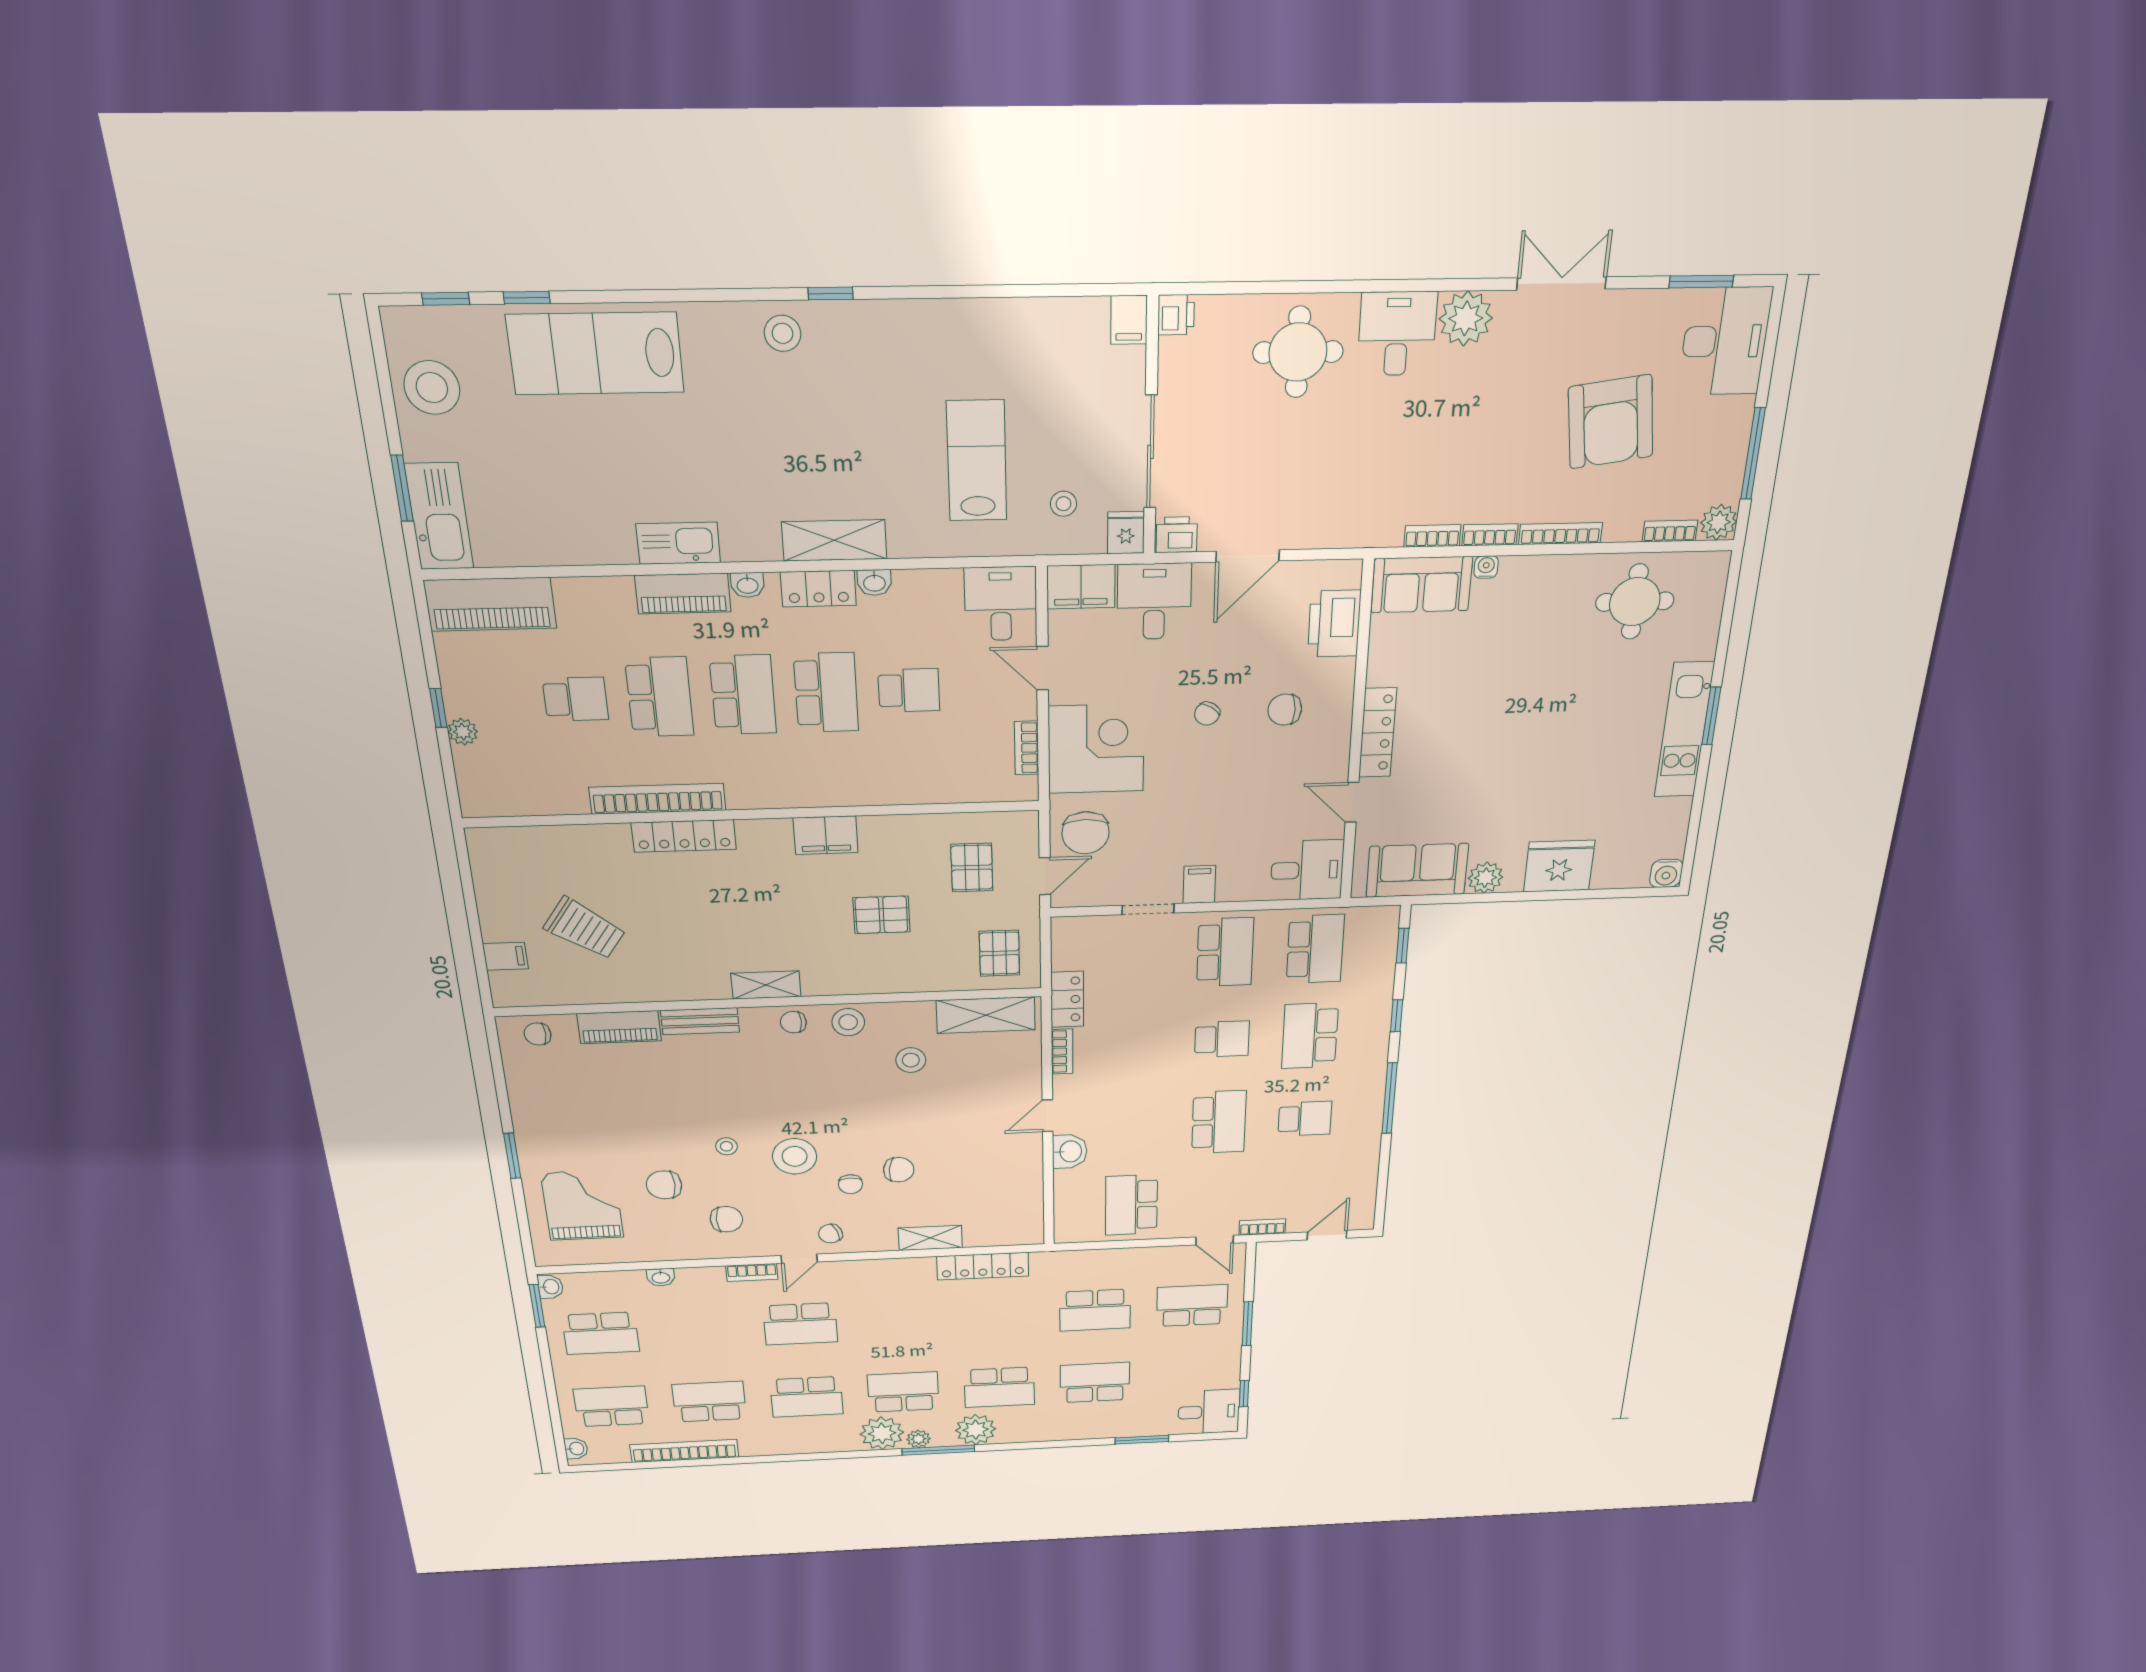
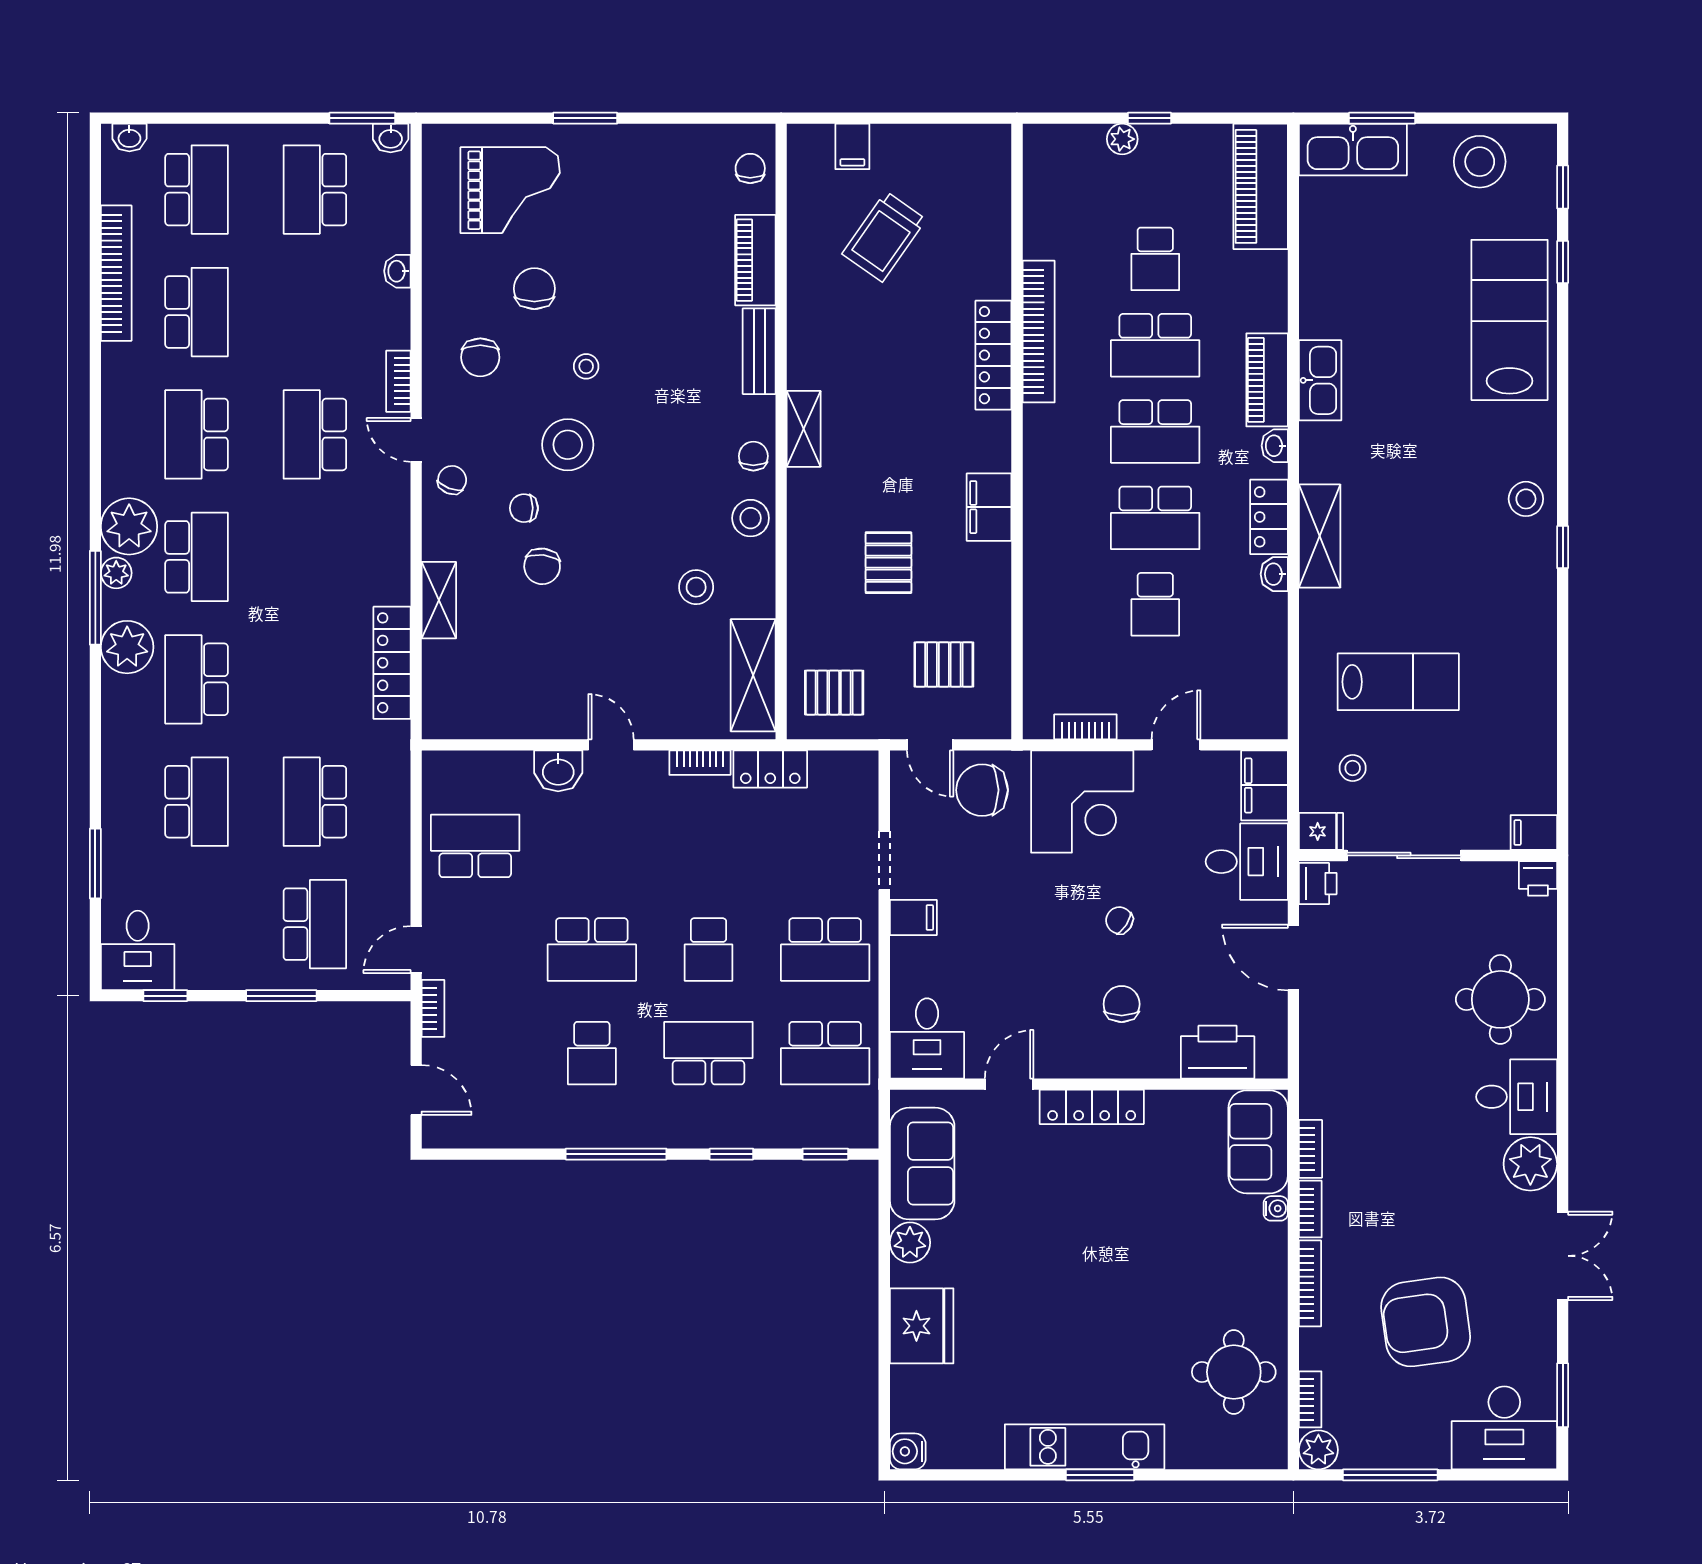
desk: (1001, 604) -> (1248, 703), removed
chair: (830, 1234) -> (452, 480), turned 42

